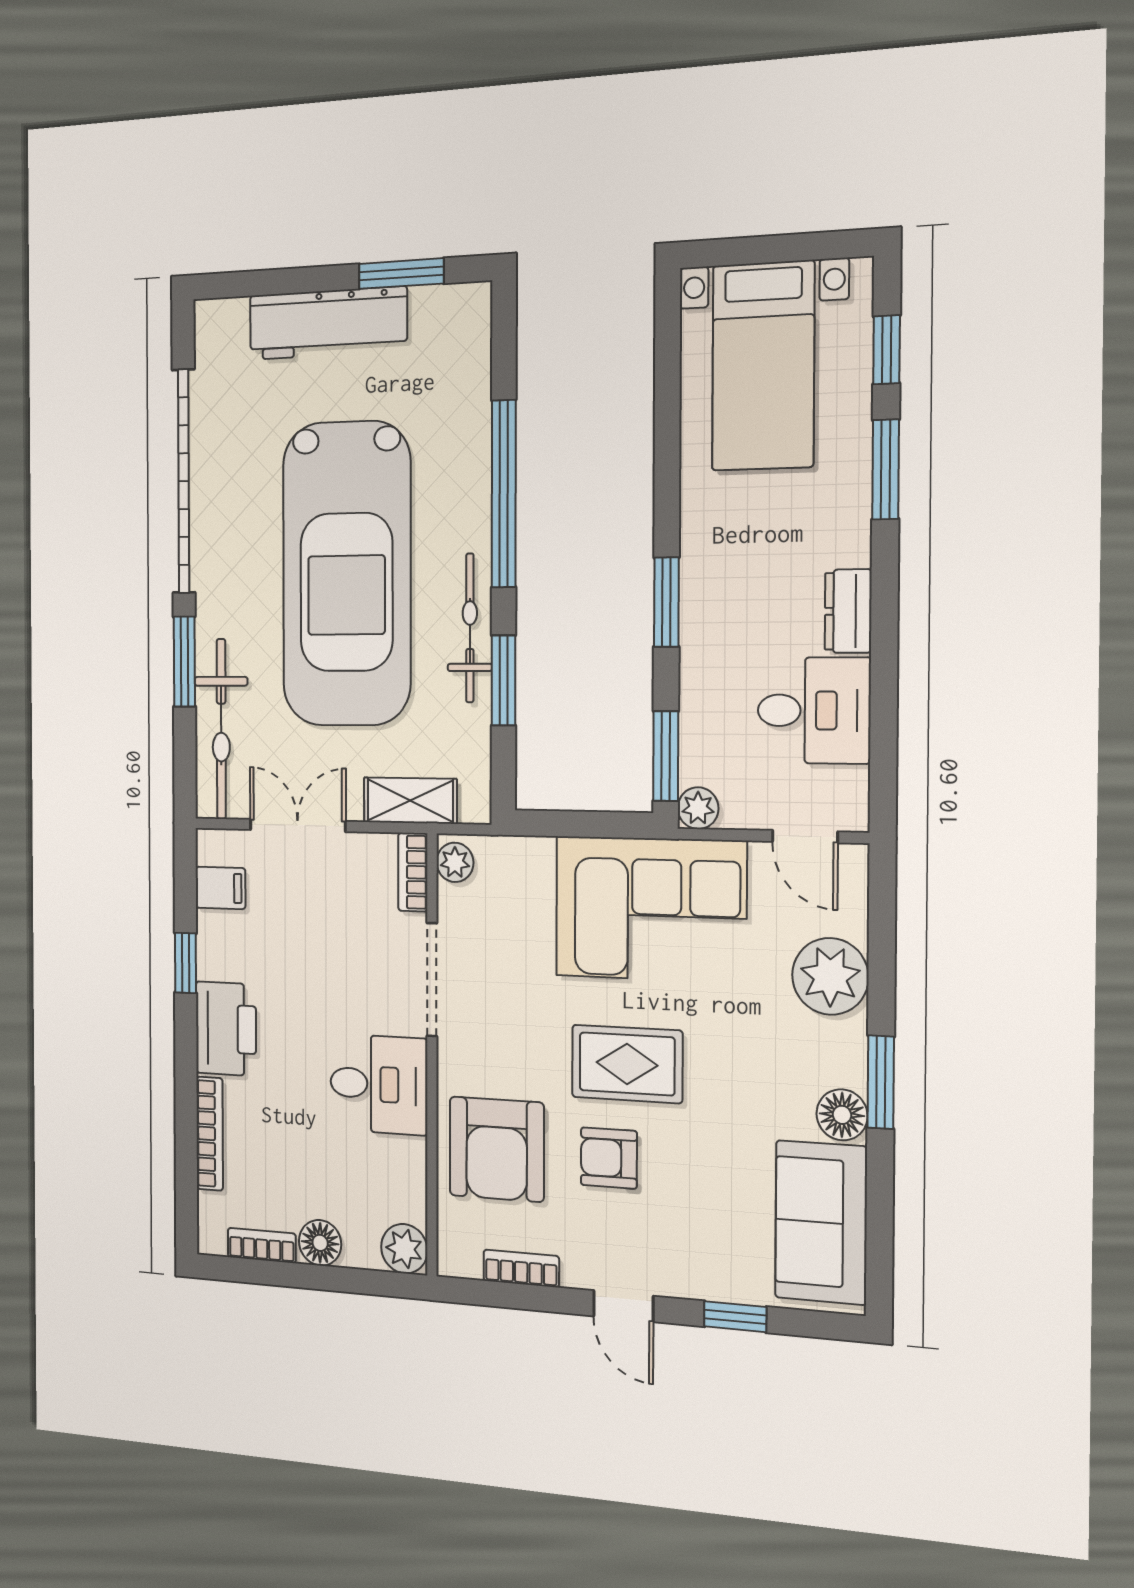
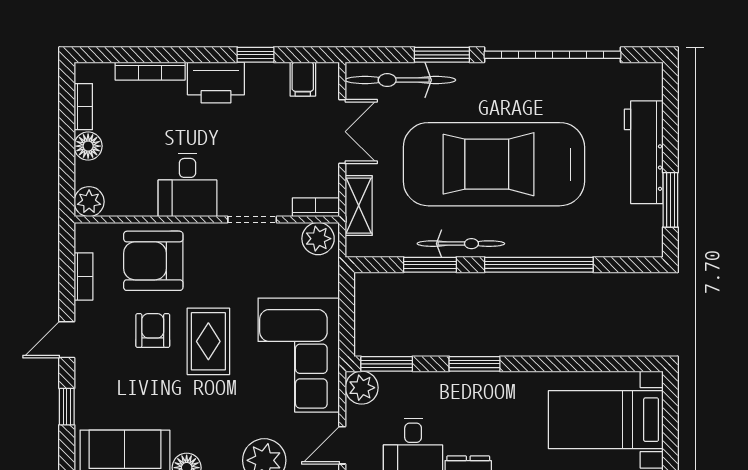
plant: (698, 808) -> (362, 388), width x1.38, depth x1.38
plant: (455, 862) -> (318, 239), width x1.38, depth x1.38
doorway: (432, 980) -> (252, 220), width x0.73

